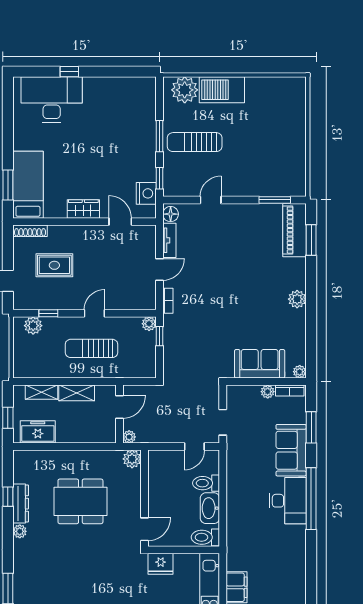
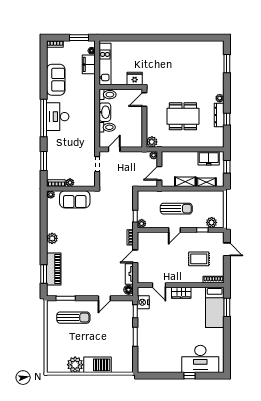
plant: (185, 90) -> (75, 365), moved
sun lounger: (195, 142) -> (73, 318), moved
piano: (294, 230) -> (54, 269), moved
sofa: (291, 450) -> (56, 80), moved

